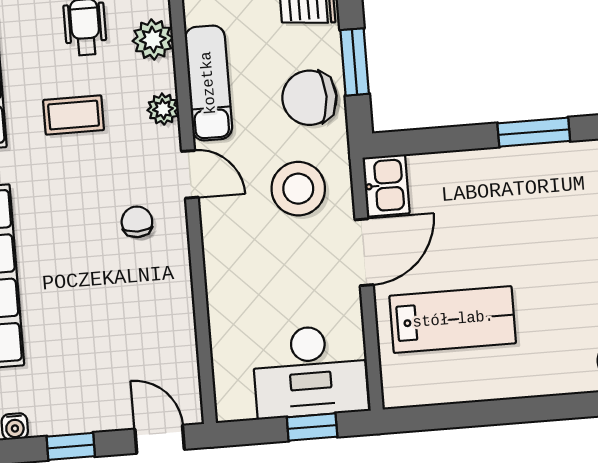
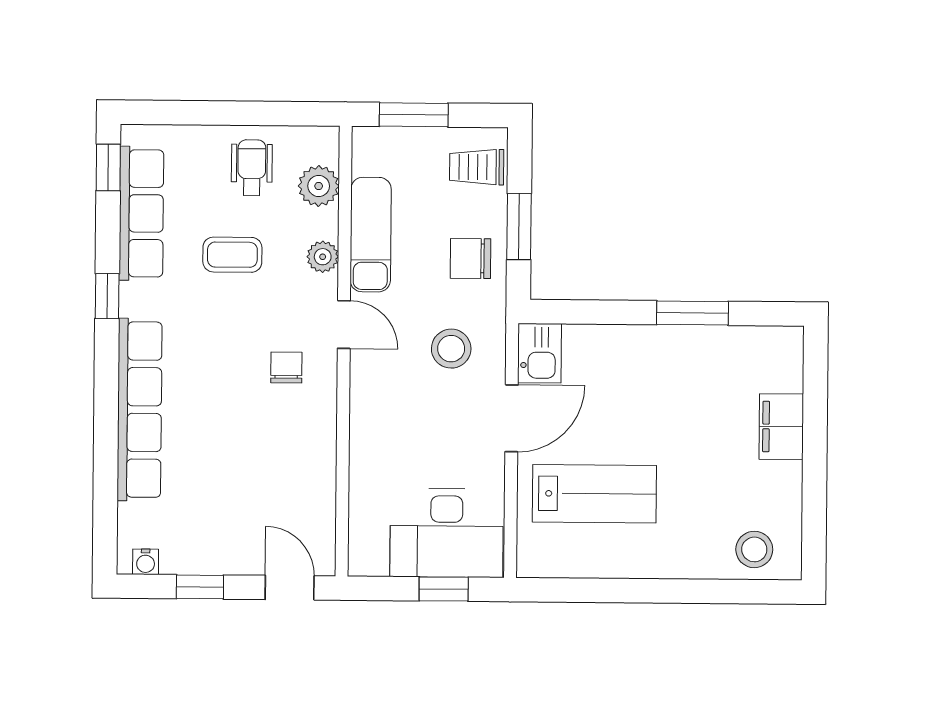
chair: (309, 98) -> (471, 258), width x0.73, depth x0.73
stool: (298, 189) -> (451, 349), width x0.73, depth x0.73

